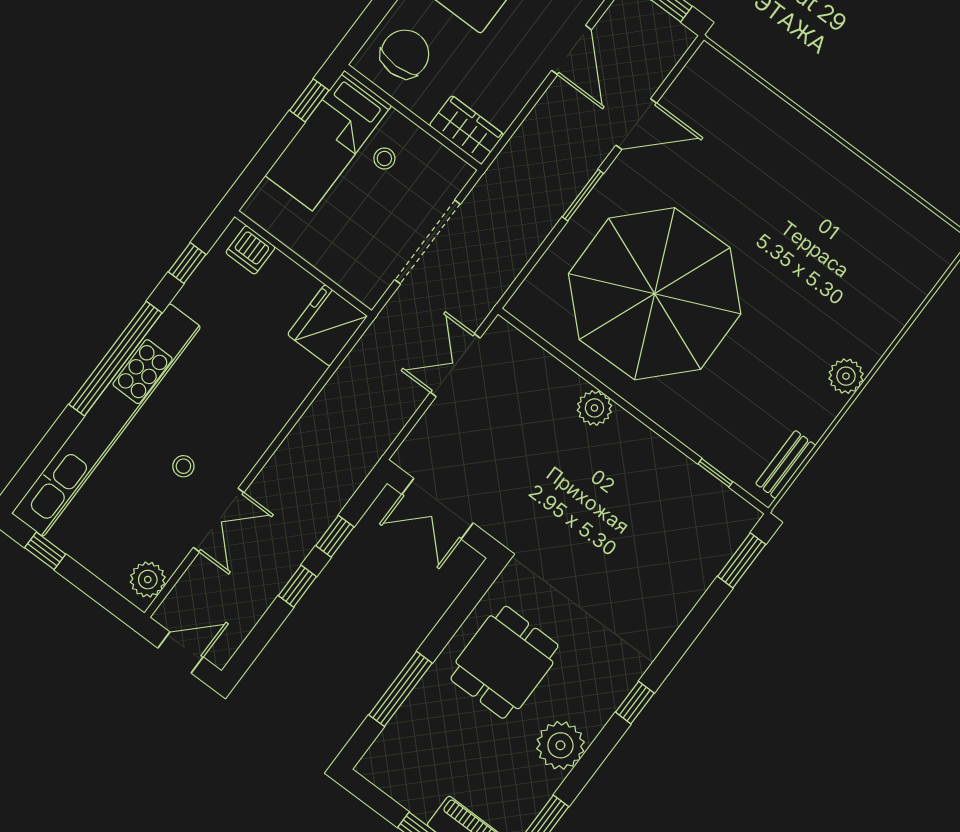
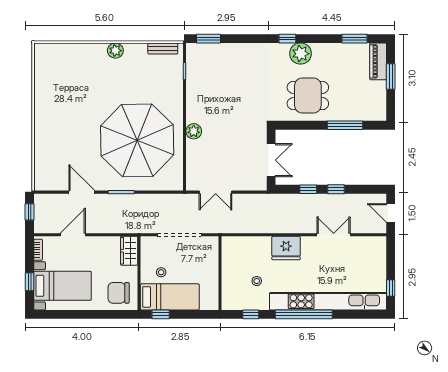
dishwasher: (250, 250) -> (229, 295), removed
fridge: (327, 325) -> (286, 248), moved
stool: (183, 466) -> (257, 281), moved
plant: (148, 580) -> (374, 244), removed
plant: (560, 745) -> (301, 54), moved

